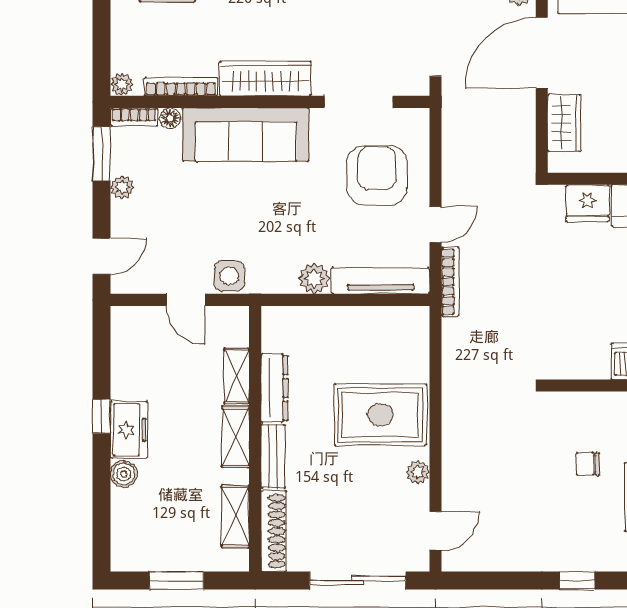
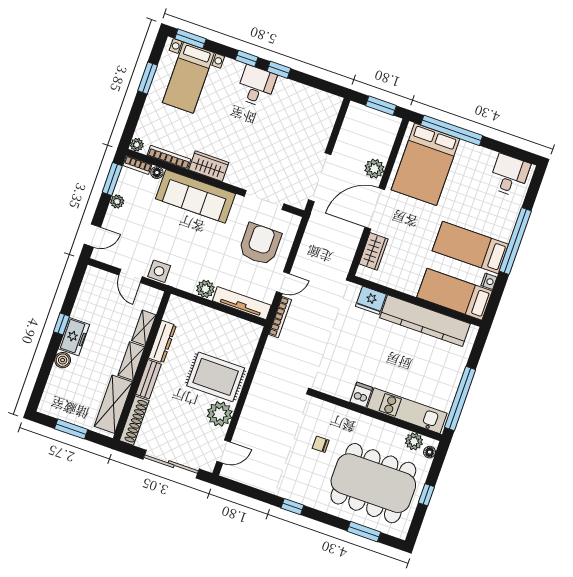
wardrobe: (265, 78) -> (209, 166), width x0.67
plant: (418, 472) -> (220, 414), width x1.88, depth x1.88
shelving: (235, 516) -> (113, 404), width x1.50, depth x1.33

